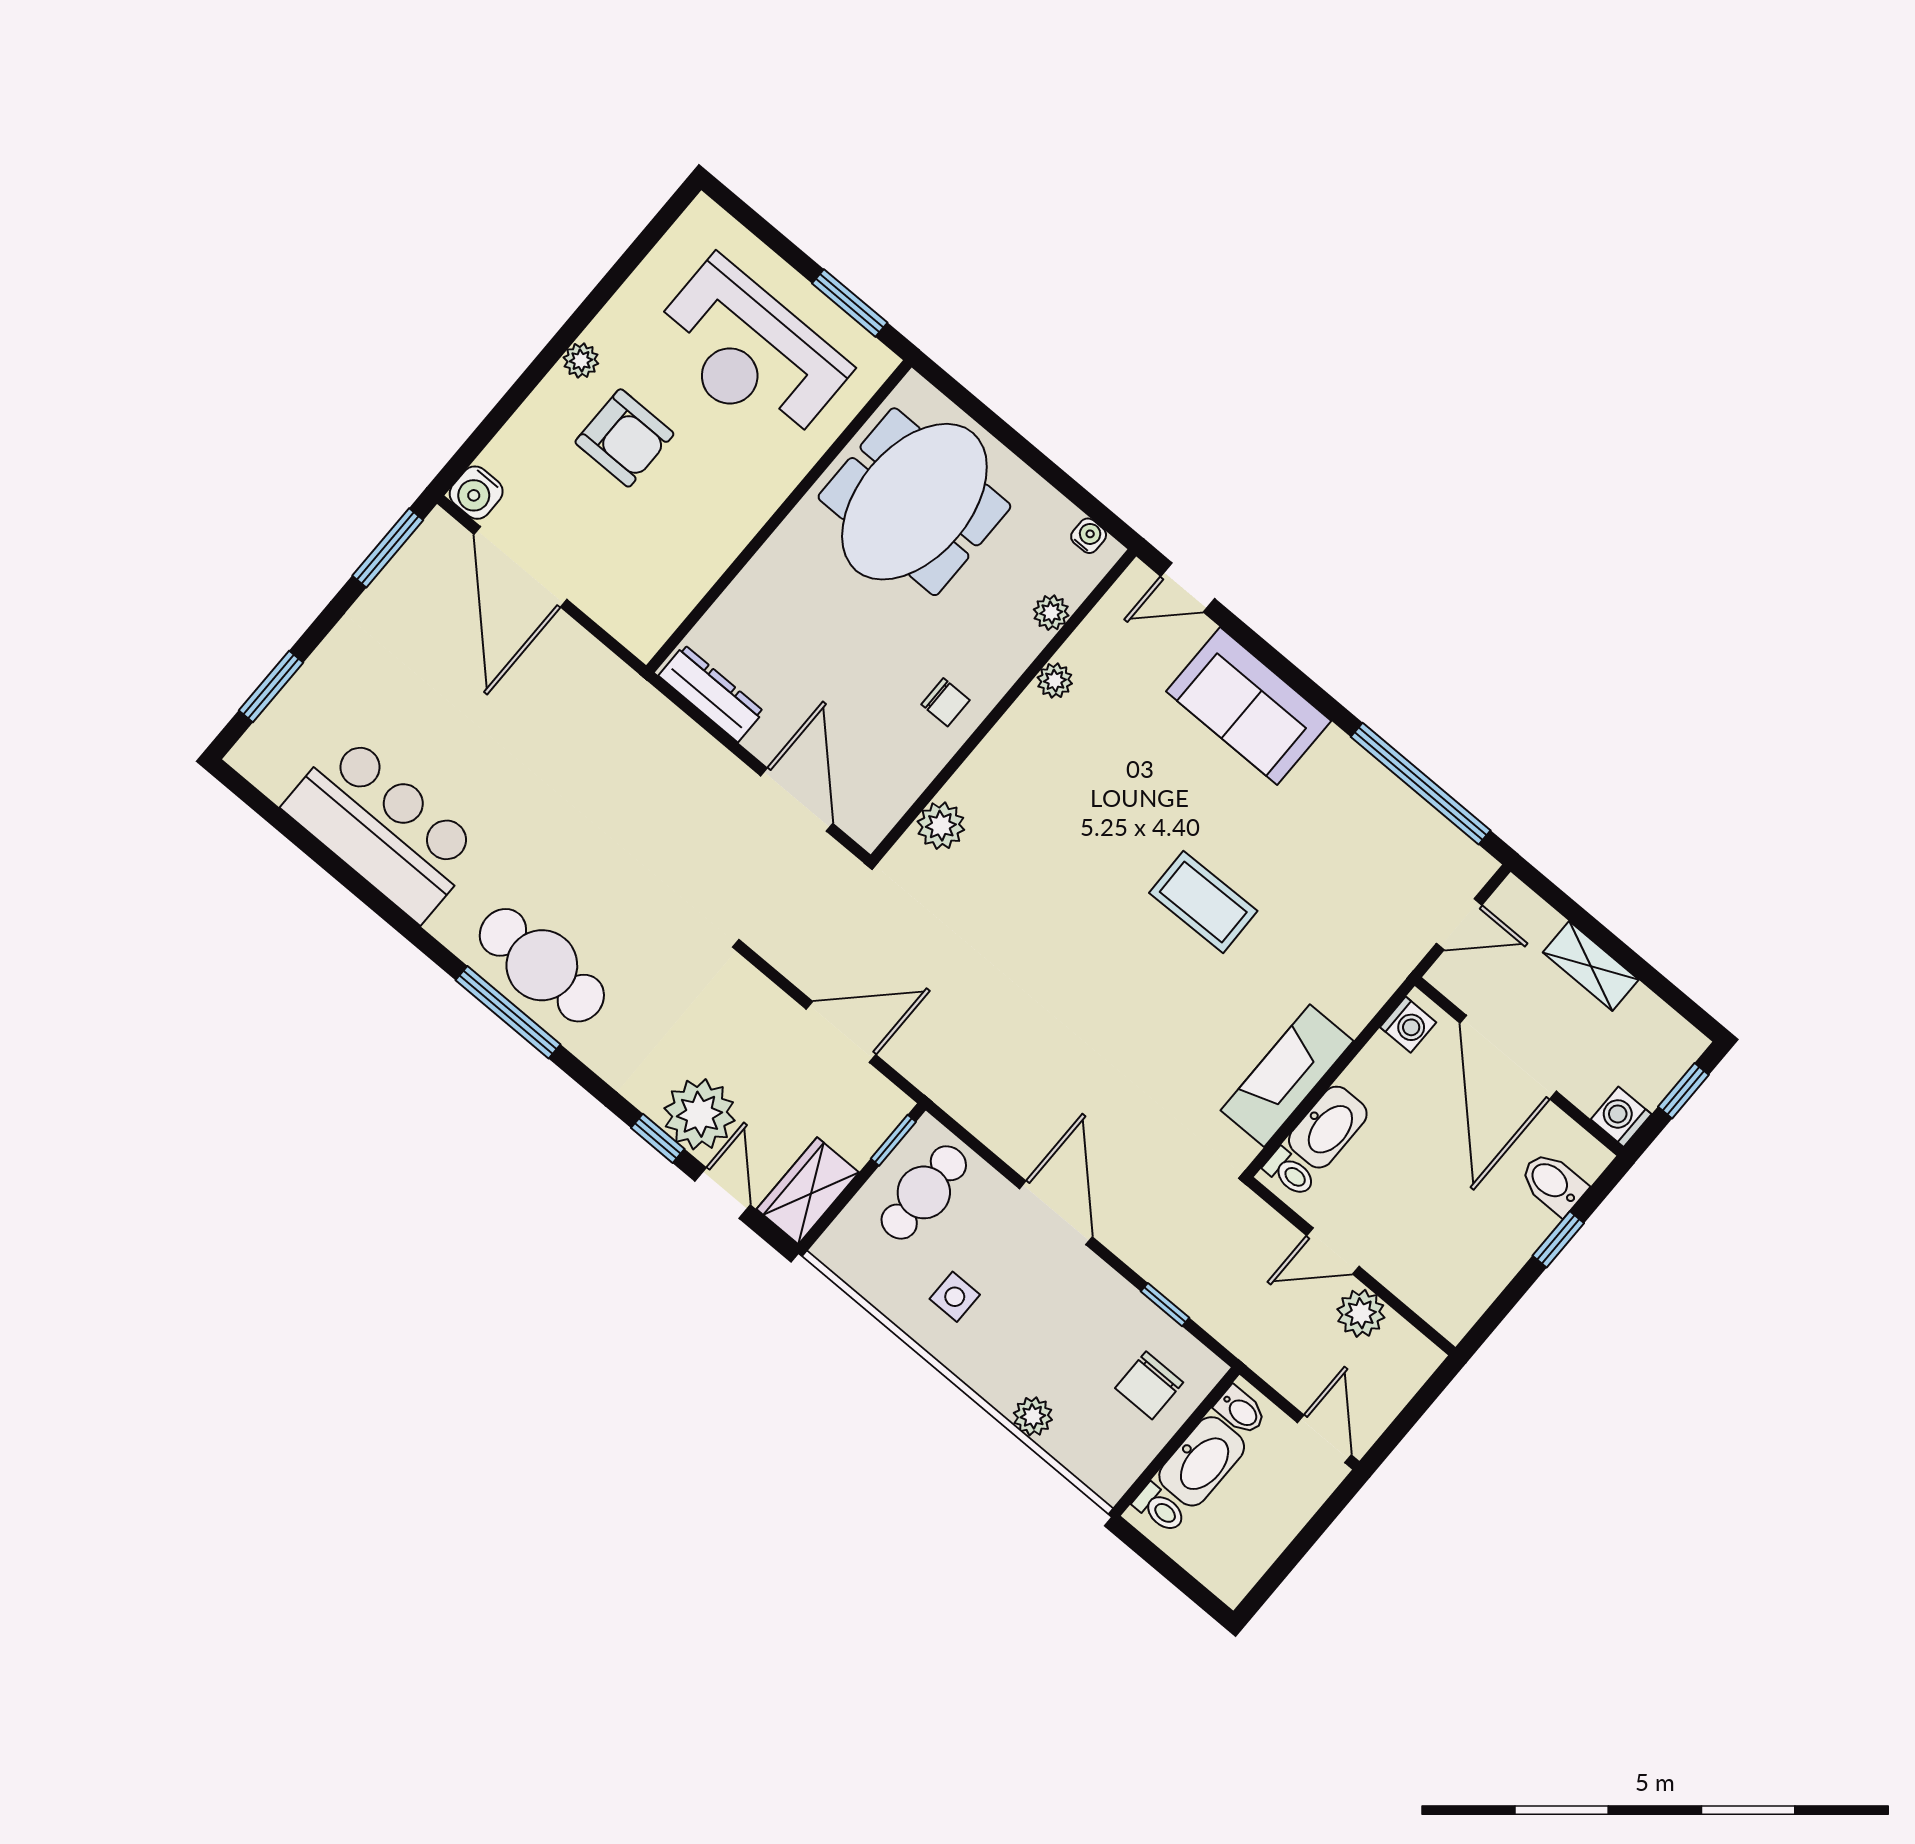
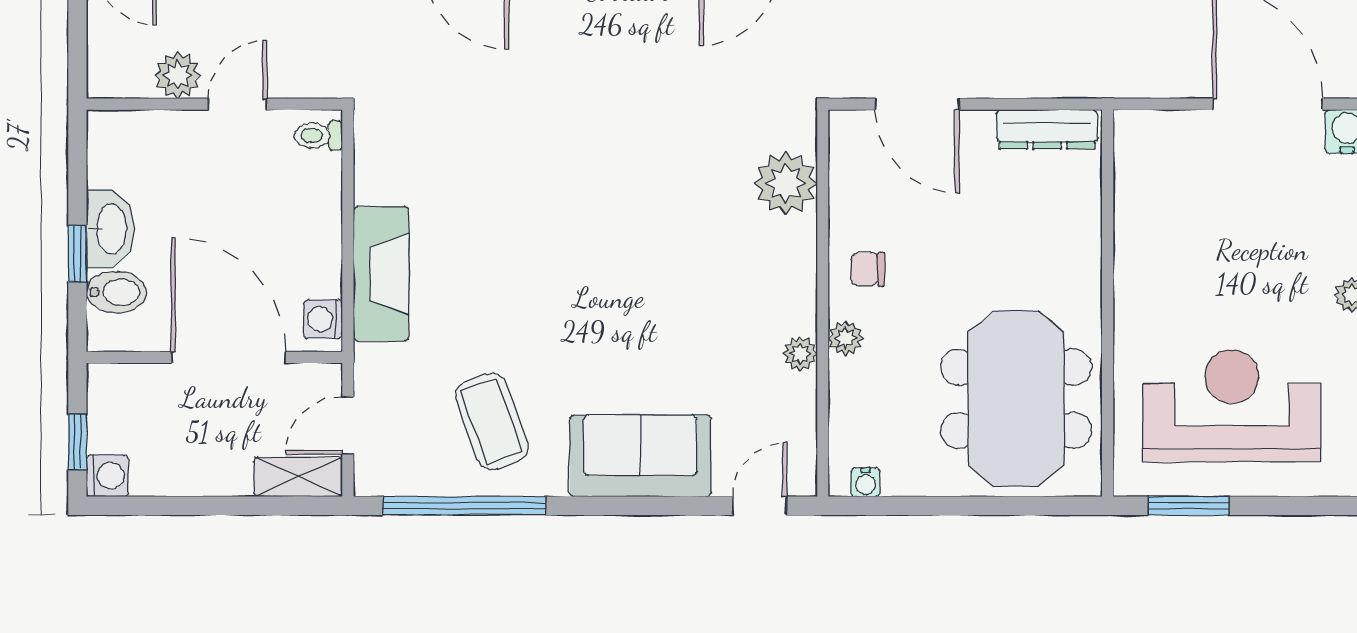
armchair: (624, 438) -> (1271, 265), removed
plant: (1051, 613) -> (845, 338), moved
plant: (941, 826) -> (786, 183), width x1.36, depth x1.36
coffee table: (1203, 902) -> (492, 421), moved, turned 71
shelving: (1591, 966) -> (298, 477), moved
fireplace: (1287, 1076) -> (381, 274), moved
washing machine: (1621, 1117) -> (107, 476), moved
washbasin: (1328, 1127) -> (110, 229), moved, turned 180

